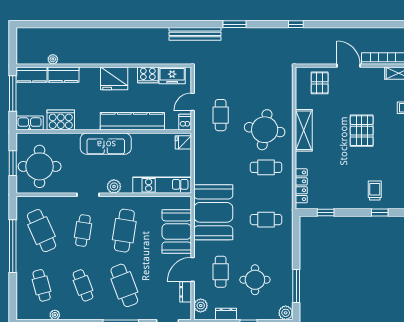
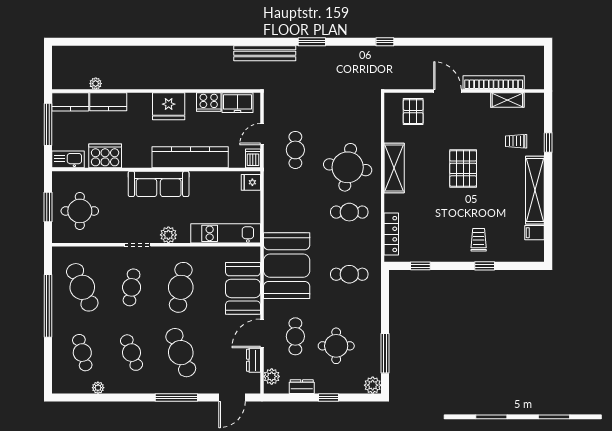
round table: (40, 166) -> (80, 211), width x0.73, depth x0.73

